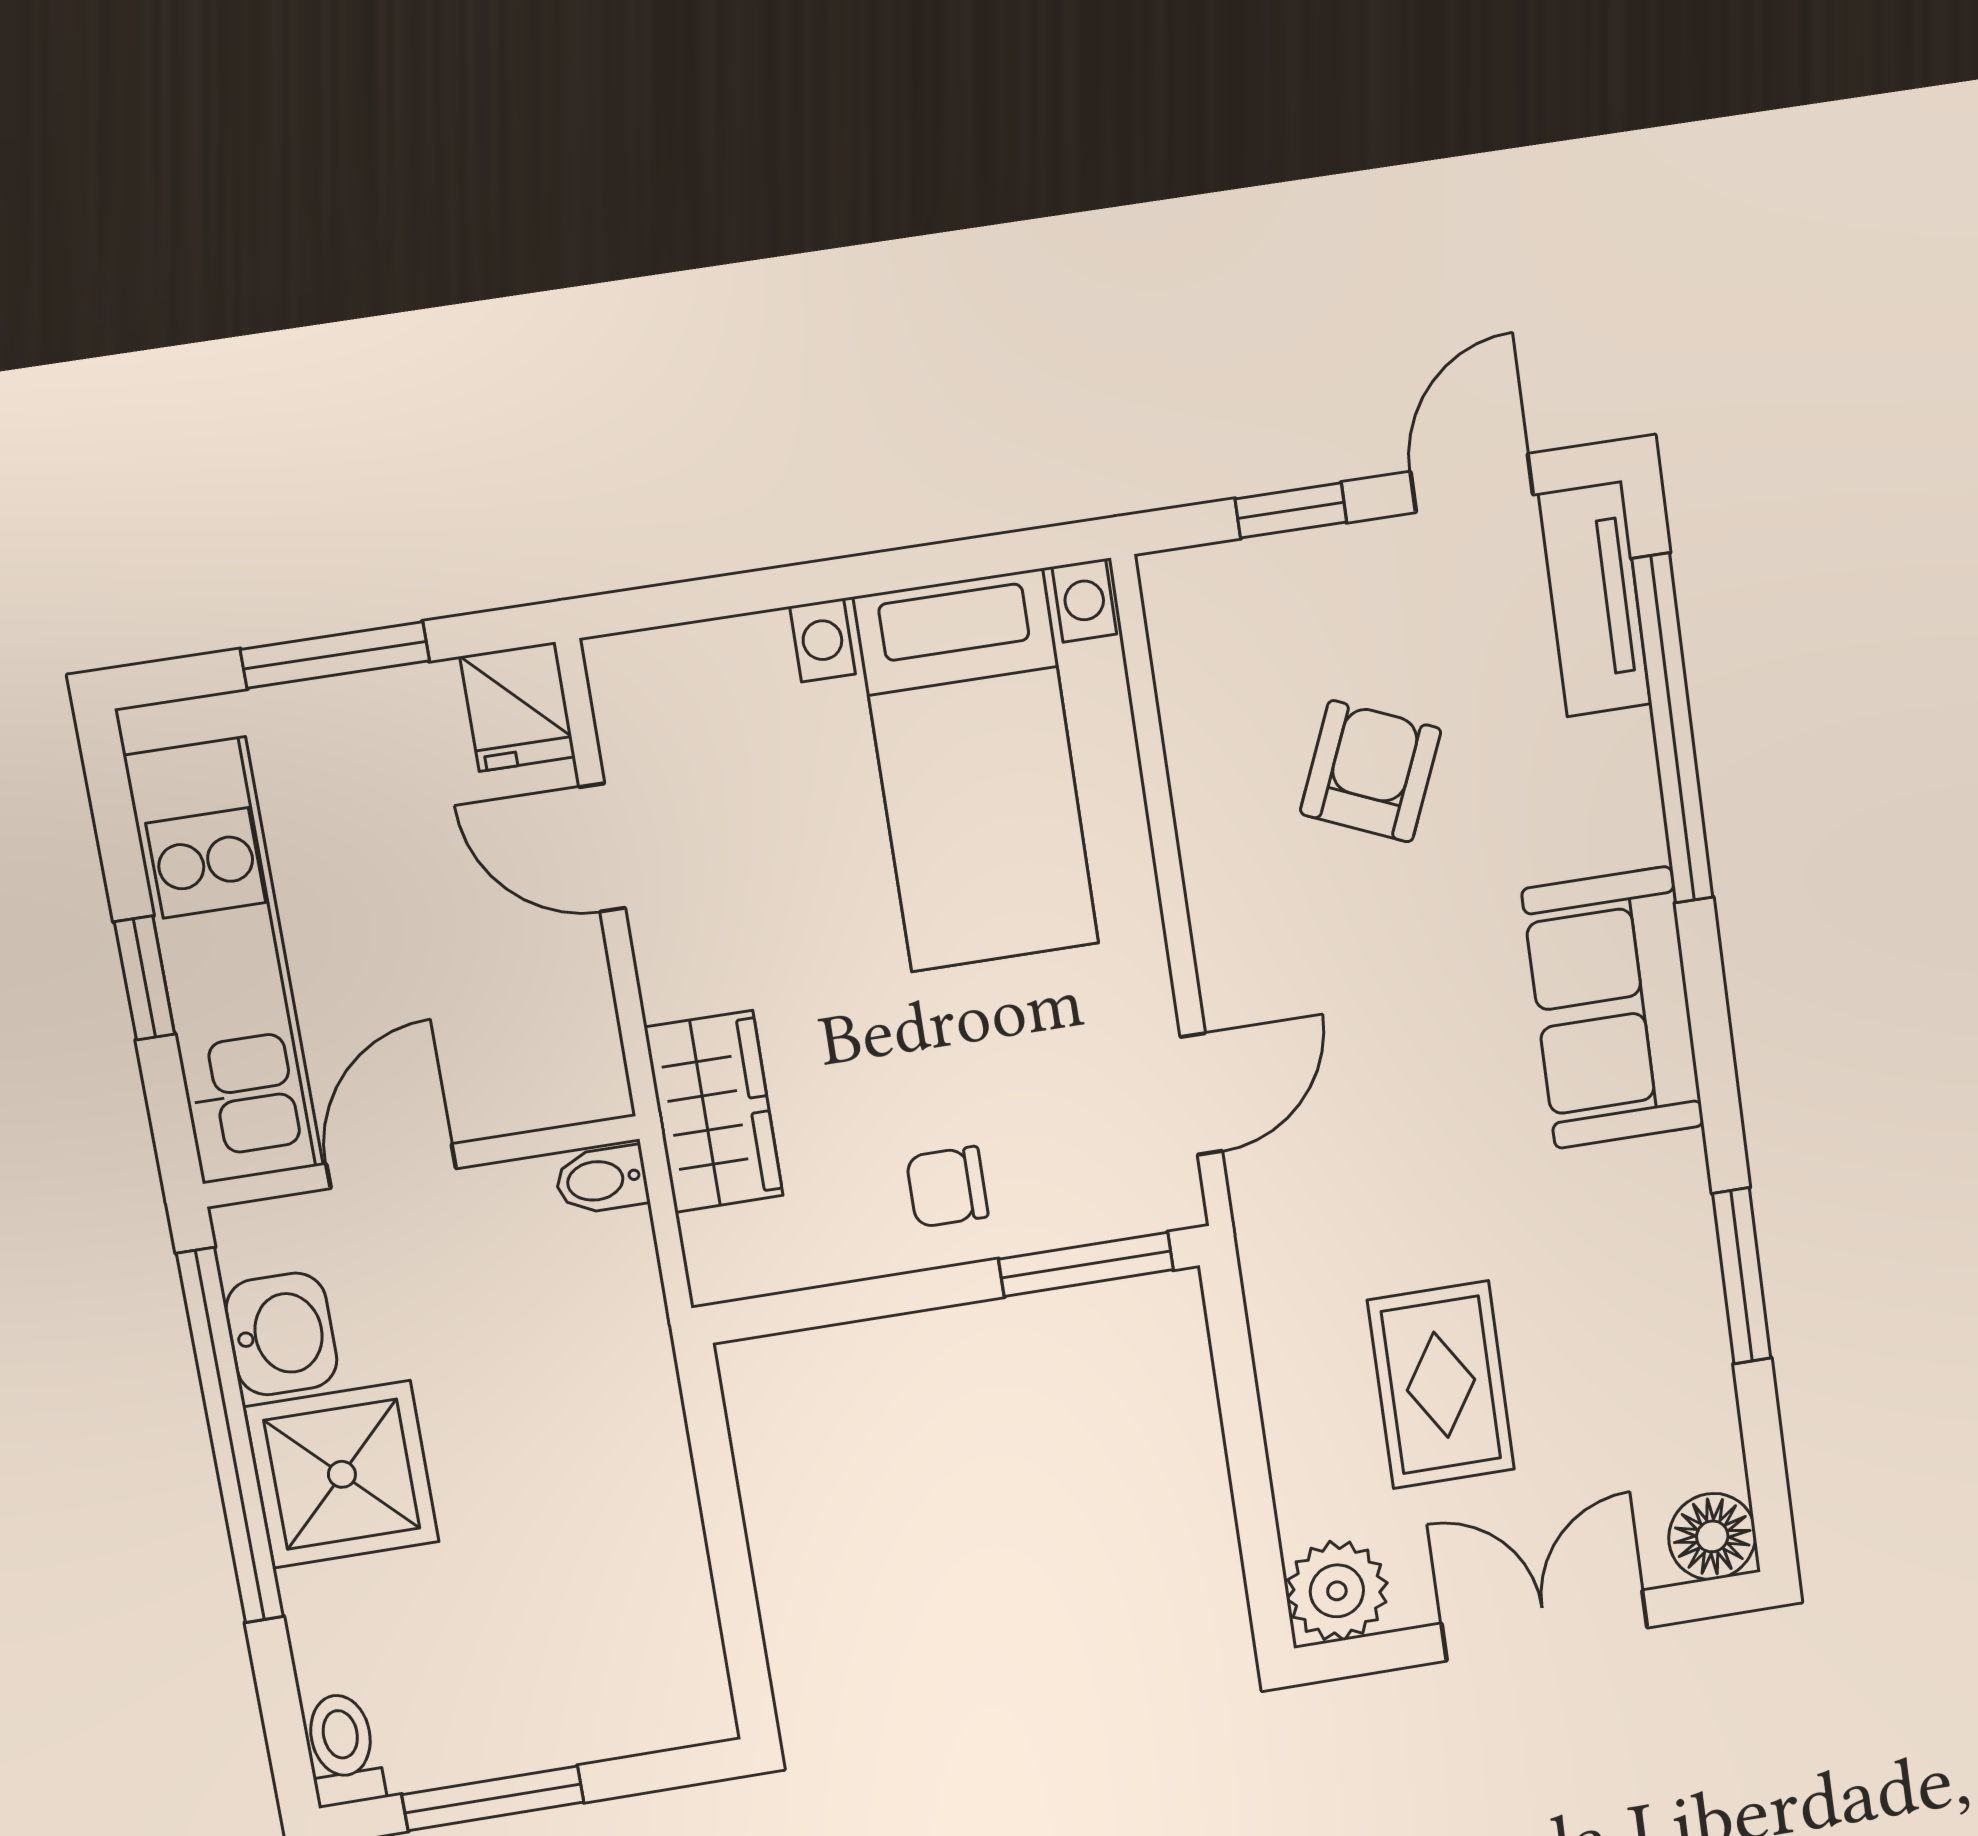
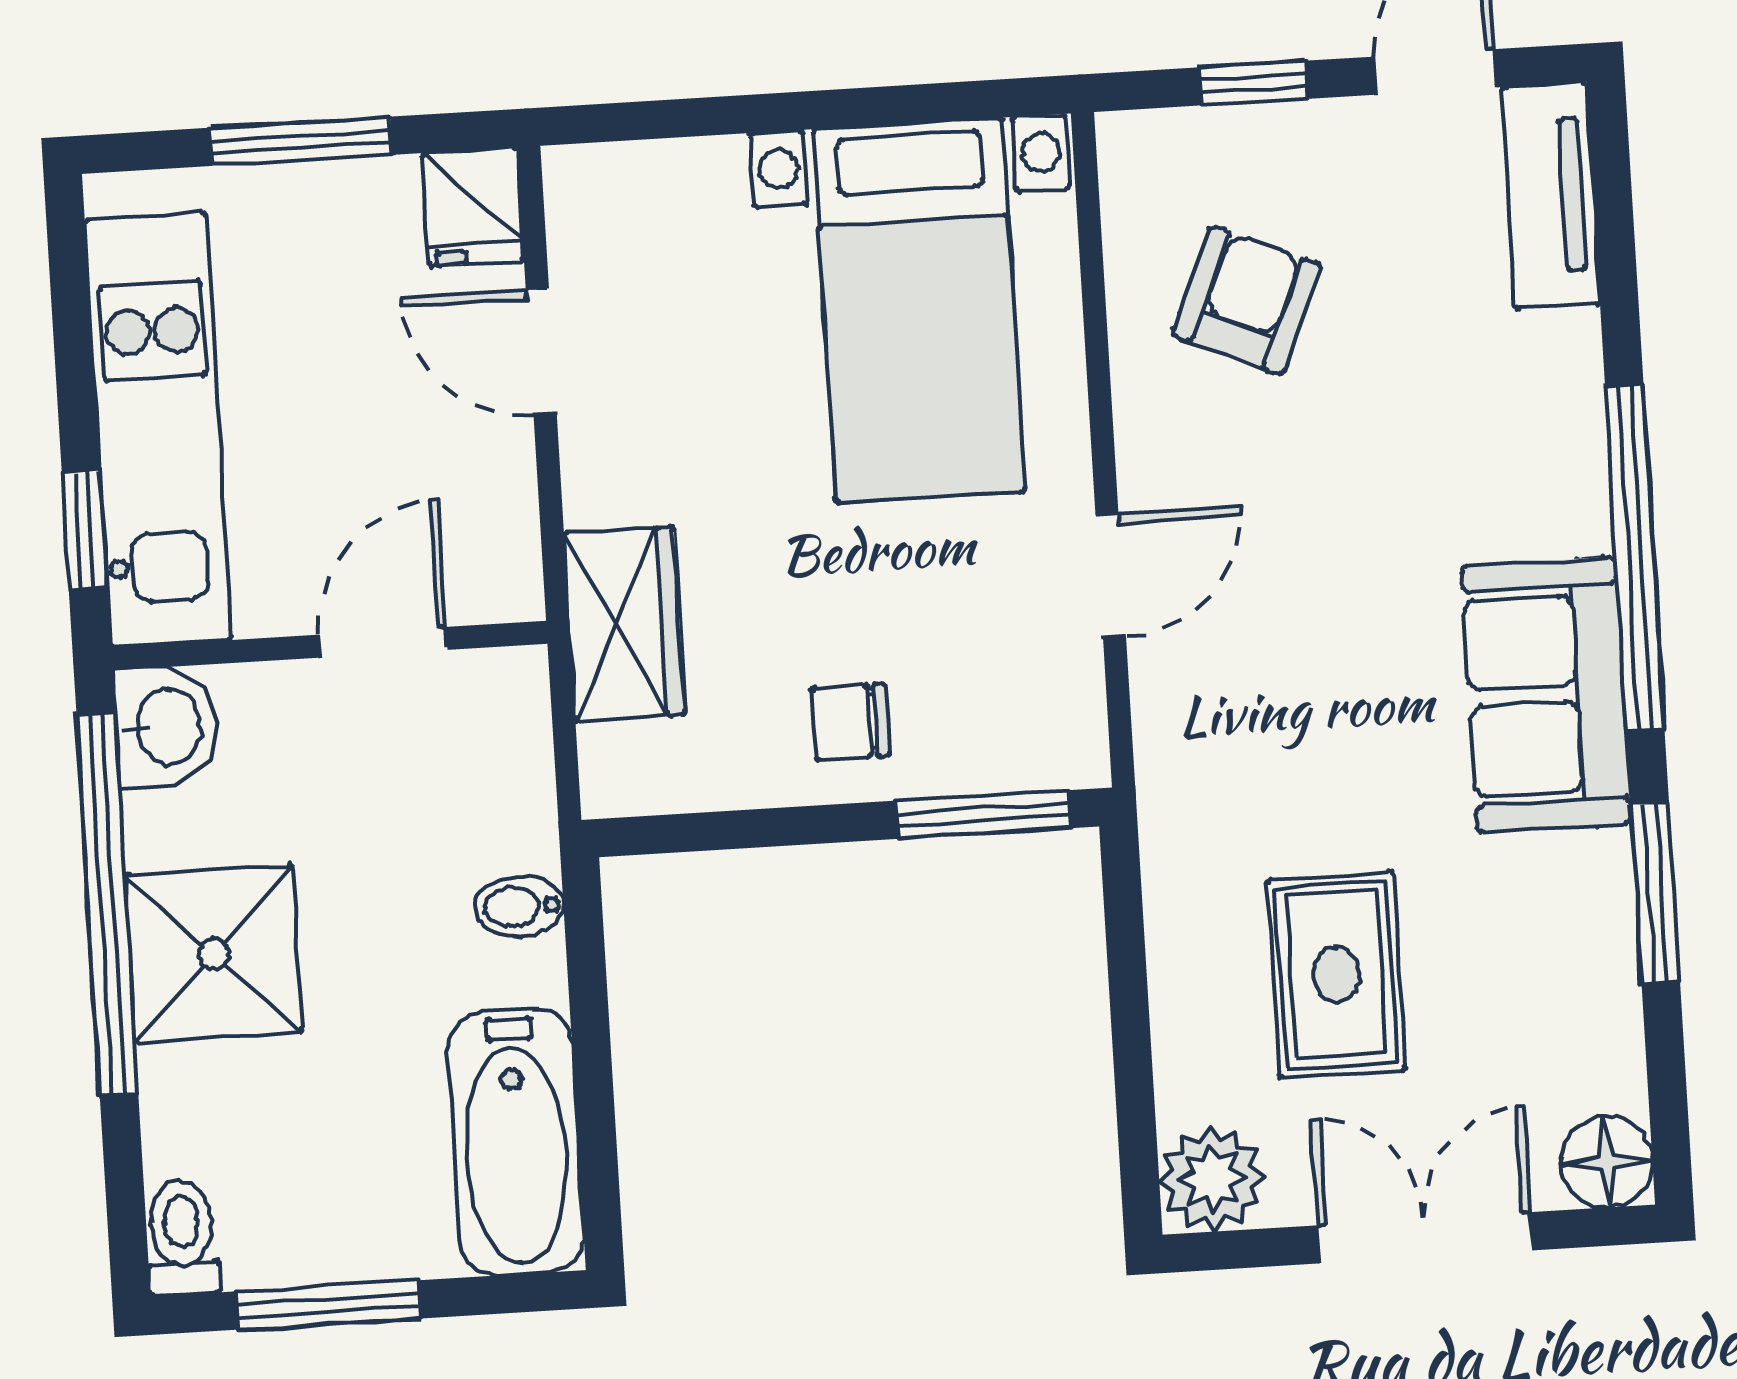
window: (1673, 729) -> (1635, 558), moved
armchair: (1371, 771) -> (1247, 300), moved
window: (145, 978) -> (84, 530), moved
sofa: (1613, 1008) -> (1547, 695), moved
door: (1201, 1094) -> (1111, 576), moved
door: (391, 1166) -> (383, 642), moved
bidet: (601, 1180) -> (519, 907), moved
washbasin: (282, 1334) -> (166, 726), moved
bathtub: (660, 1625) -> (516, 1142), added

